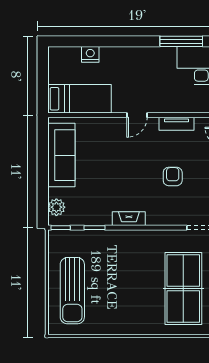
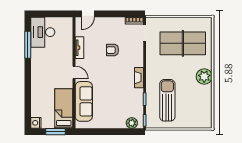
nightstand: (90, 54) -> (36, 123), moved
window: (43, 86) -> (56, 132), added
sofa: (61, 155) -> (84, 101), moved, turned 90
sun lounger: (72, 291) -> (167, 100), moved, turned -90
plant: (131, 322) -> (204, 77), added

